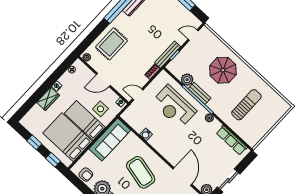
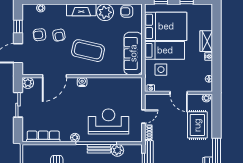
door: (103, 80) -> (179, 93), swing flipped
door: (138, 94) -> (143, 116), moved
water cooler: (146, 134) -> (82, 82), moved
door: (182, 177) -> (54, 76), hinge flipped

